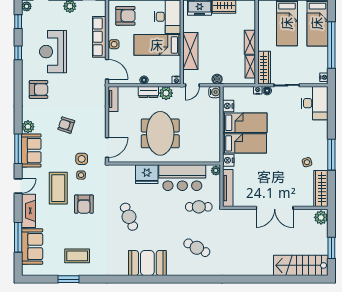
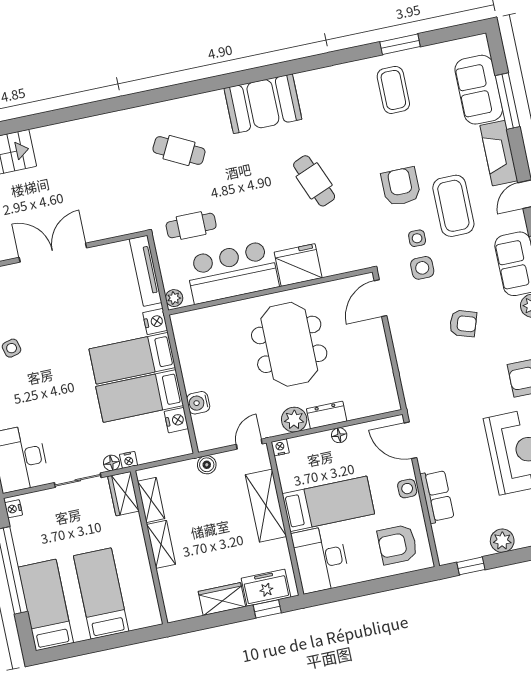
row of seats: (99, 37) -> (437, 496), width x0.68
wardrobe: (264, 68) -> (124, 494), width x0.67
water cooler: (215, 92) -> (198, 403), moved
tv unit: (113, 99) -> (388, 389), removed
coffee table: (77, 256) -> (393, 90), turned 90

